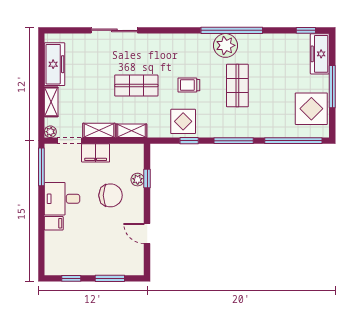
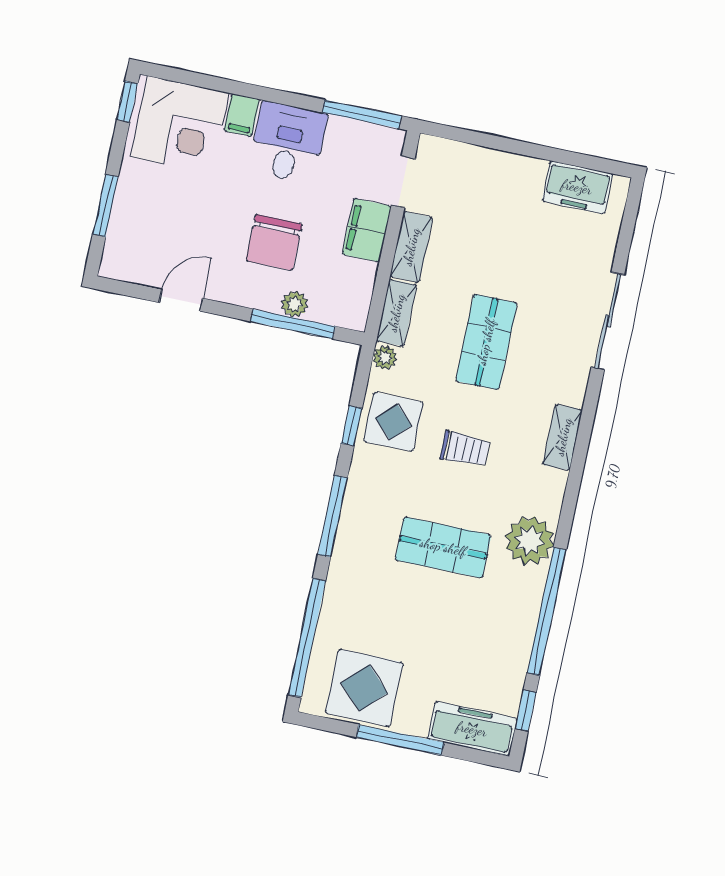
window: (232, 30) -> (547, 611), moved
freezer: (55, 64) -> (577, 187), width x0.71
trolley: (189, 85) -> (465, 449), turned 90
shelving: (51, 102) -> (563, 437), moved, turned 90
plant: (50, 132) -> (385, 357), moved
window: (147, 178) -> (293, 324), width x2.17
corner desk: (65, 251) -> (180, 125), added
window: (71, 278) -> (127, 102), moved

